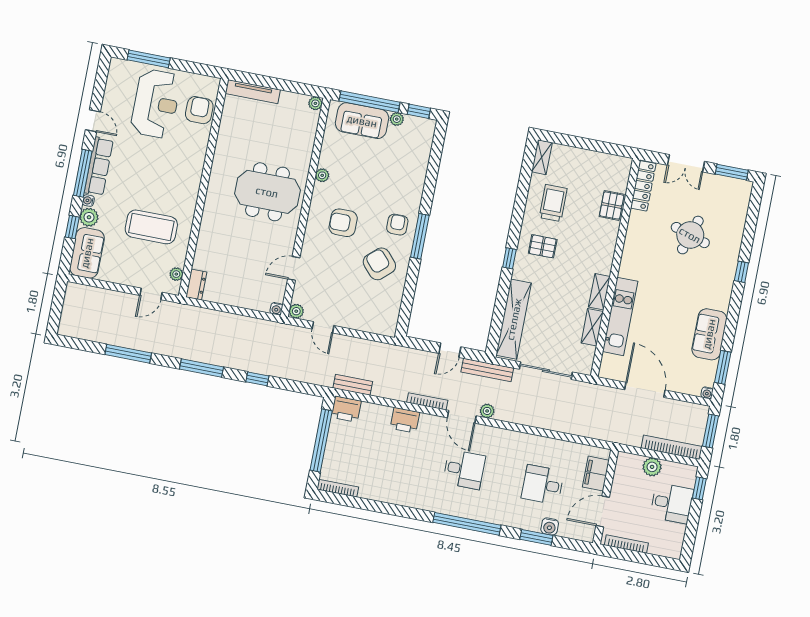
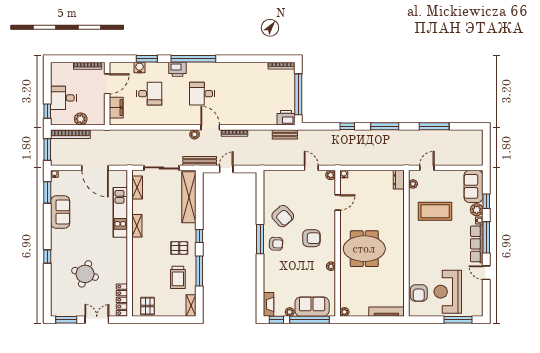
fireplace: (426, 137) -> (269, 304), added
pallet: (612, 205) -> (148, 306), moved
window: (520, 206) -> (199, 271), added
armchair: (397, 225) -> (276, 244), turned -87
shelving: (592, 327) -> (137, 187), moved
printer: (405, 420) -> (178, 69), moved, turned 180

